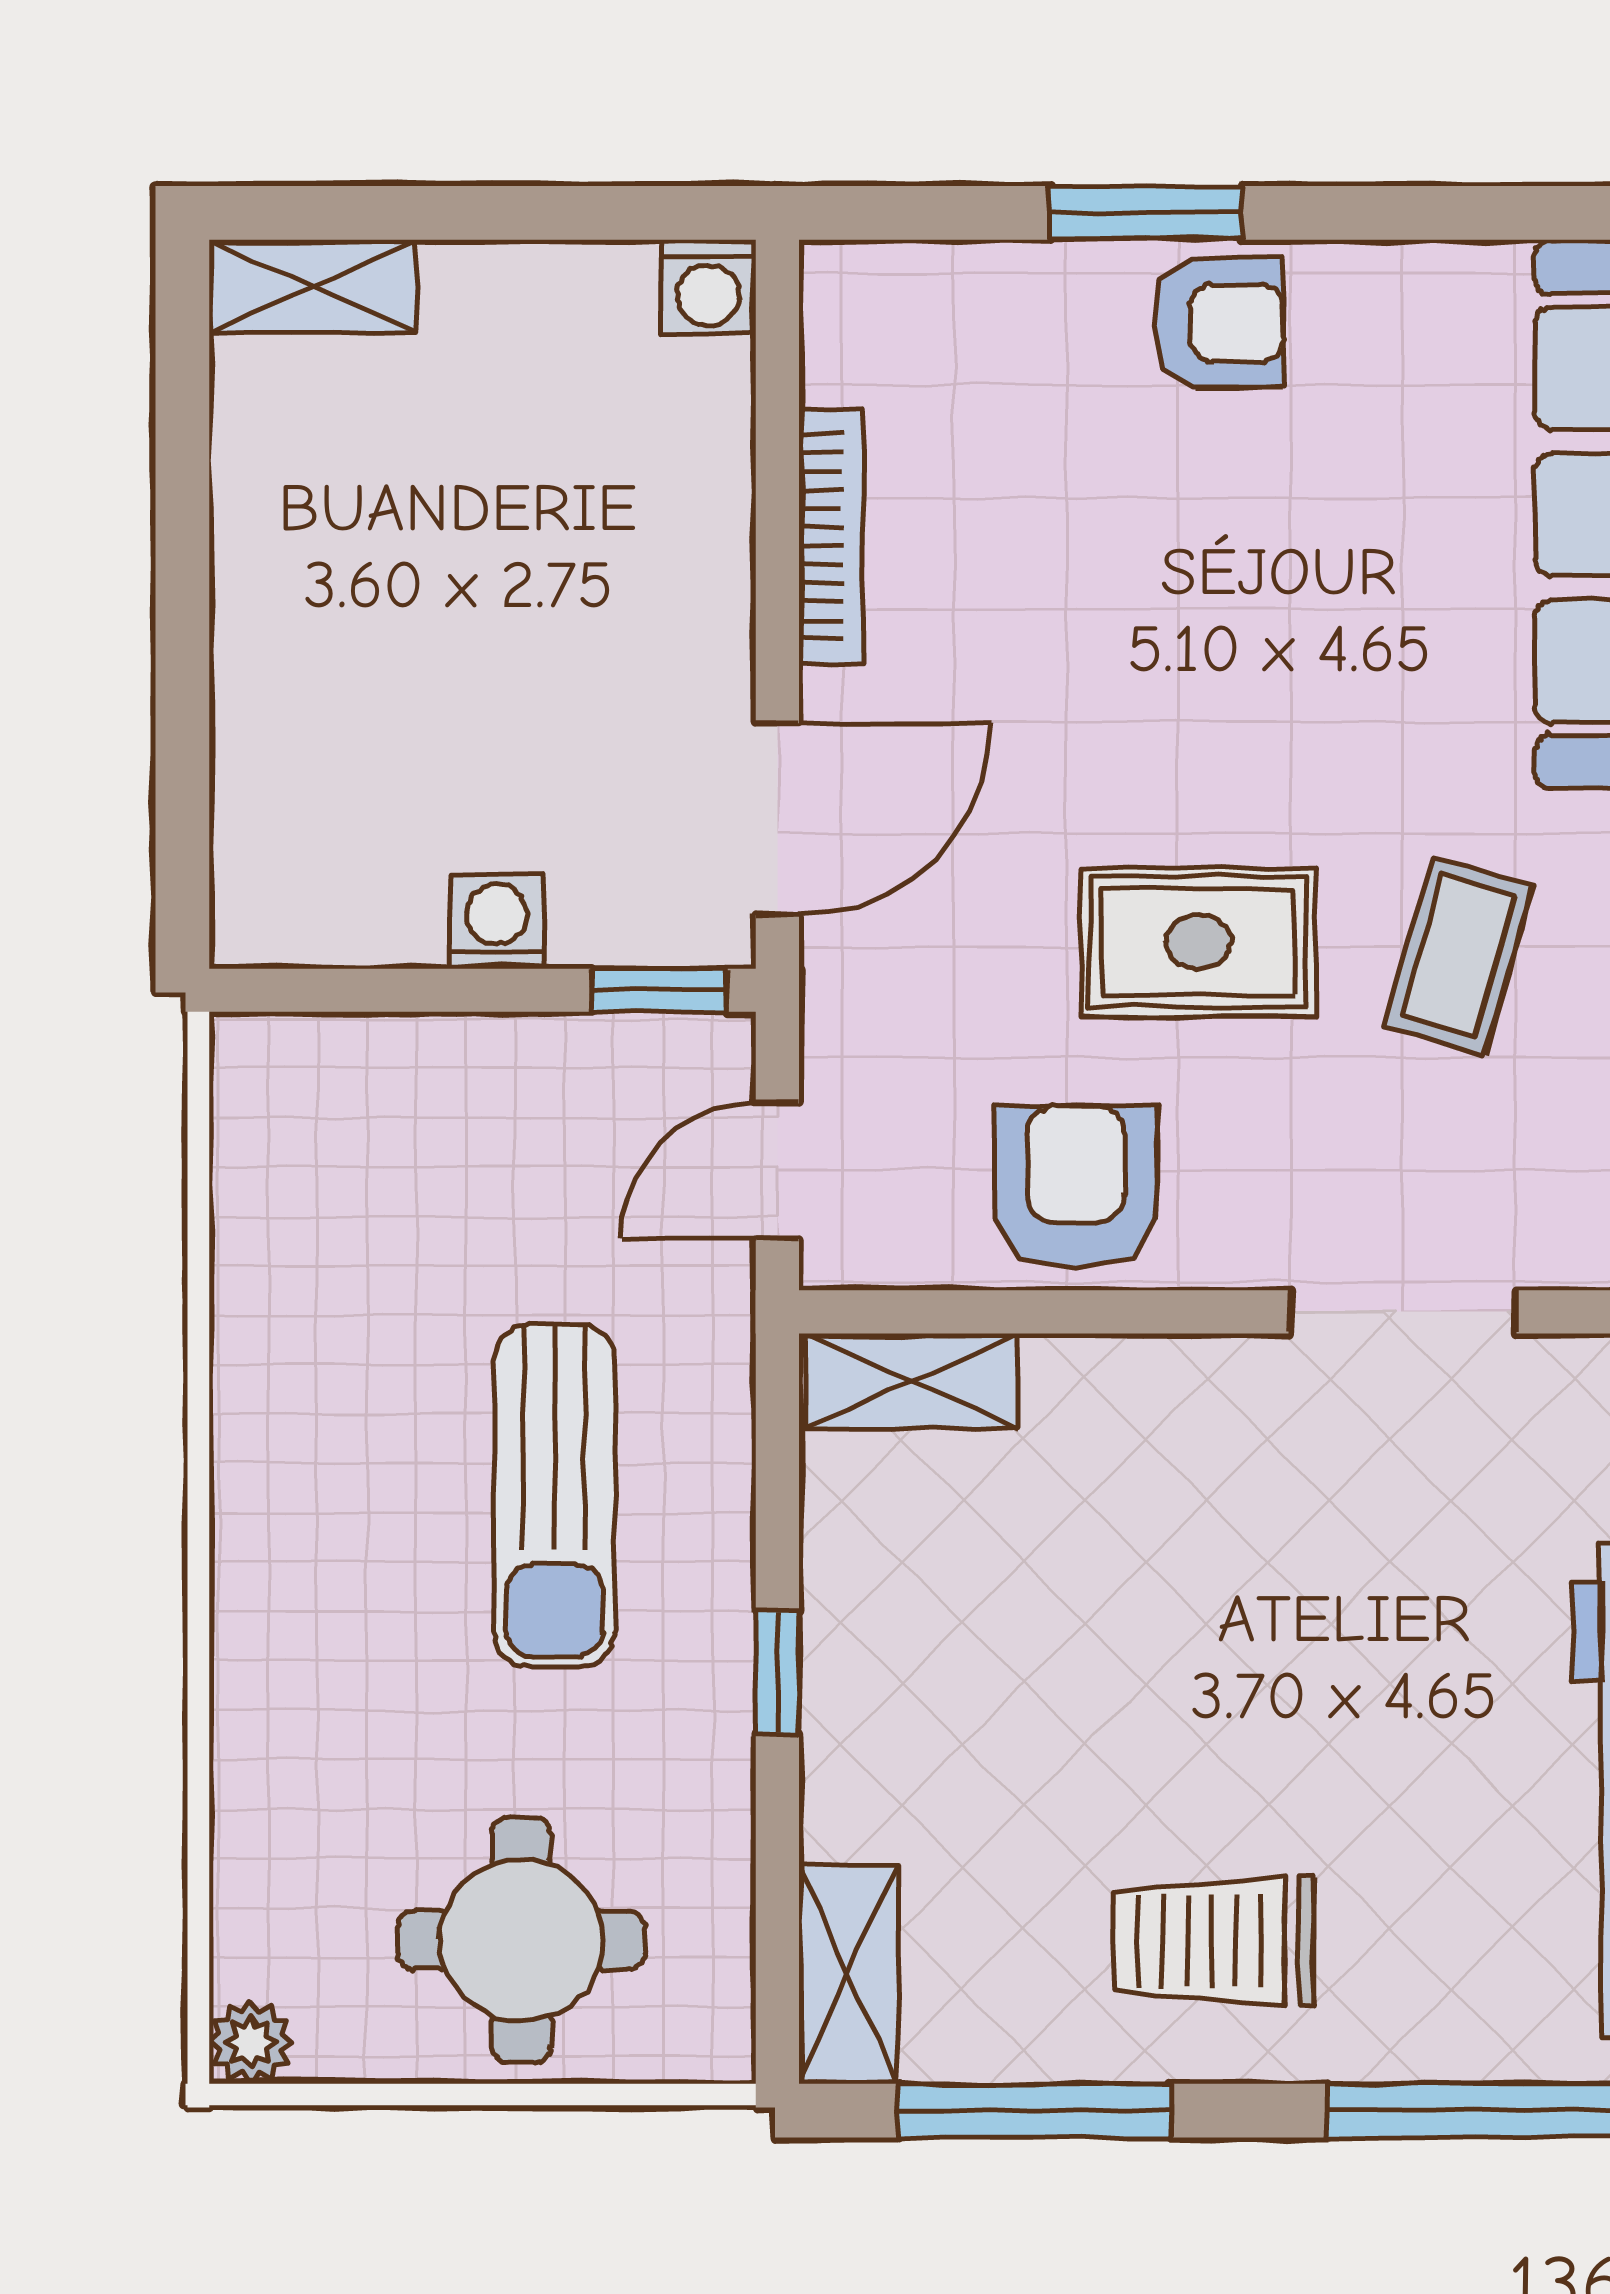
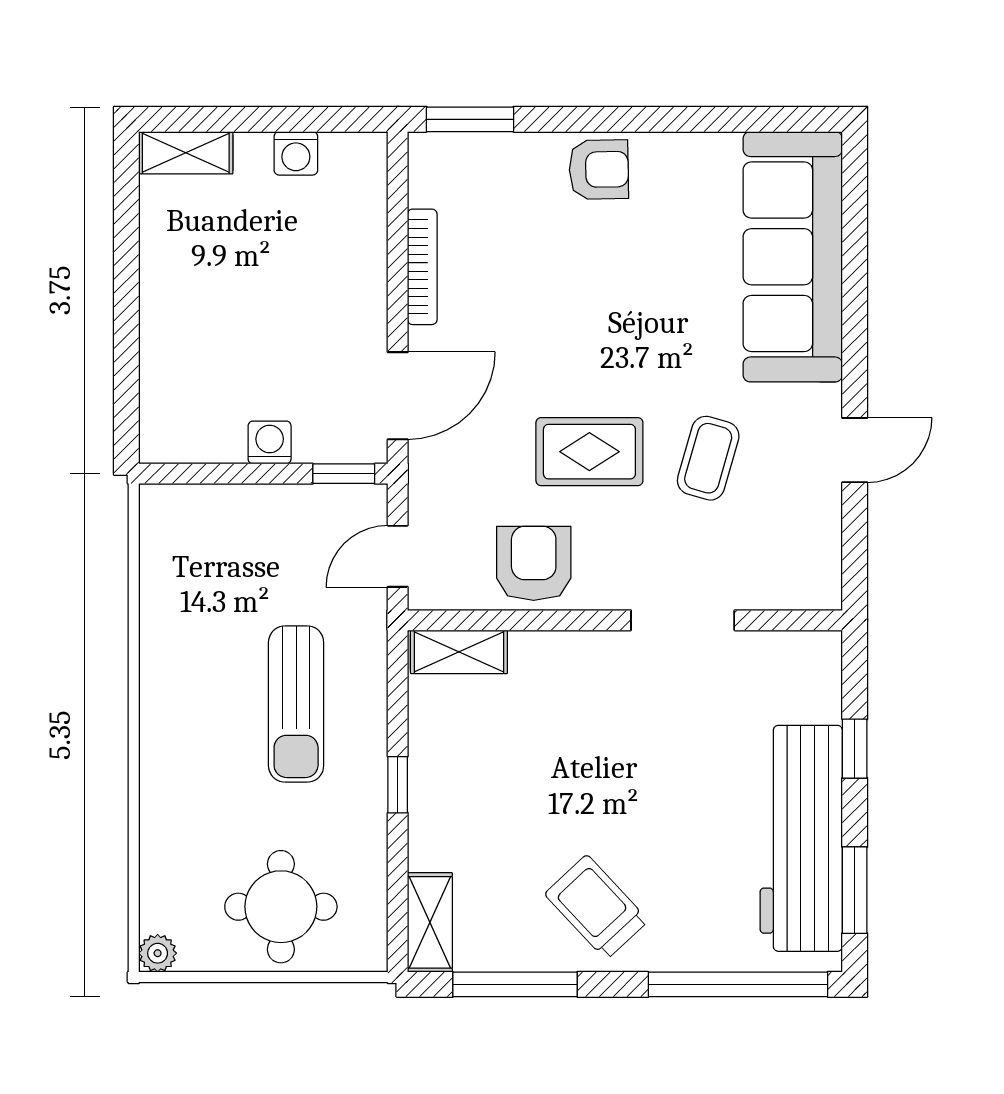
window: (1146, 213) -> (470, 119), moved
washing machine: (708, 287) -> (296, 153), moved
trolley: (1213, 1941) -> (596, 907), turned 47

